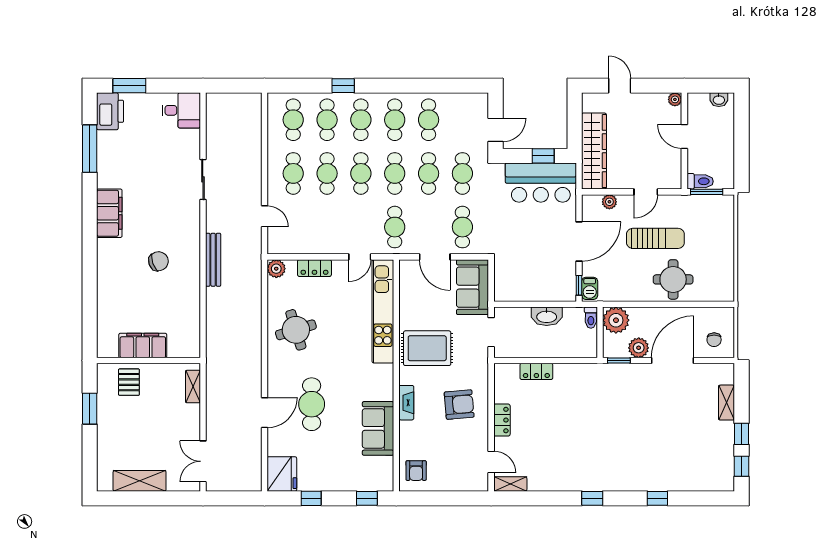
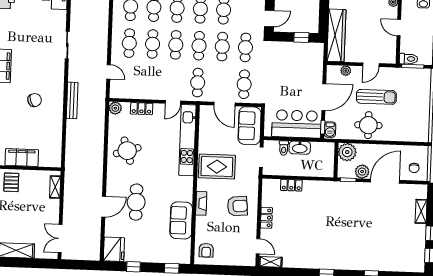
bar counter: (541, 183) -> (297, 124), moved, turned 180
round table: (673, 279) -> (368, 125), moved
toilet: (591, 318) -> (284, 148), moved

